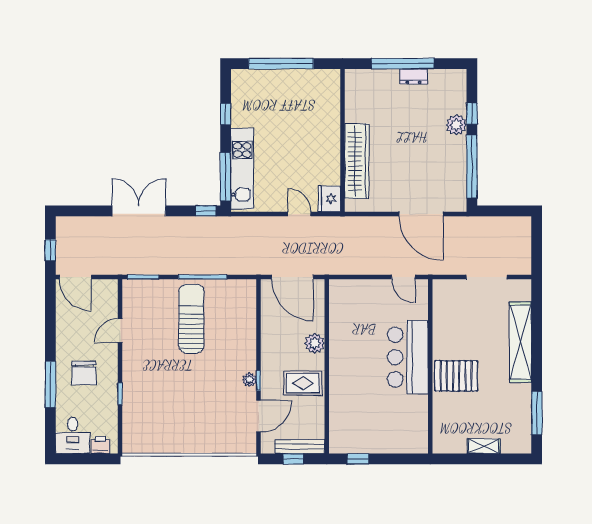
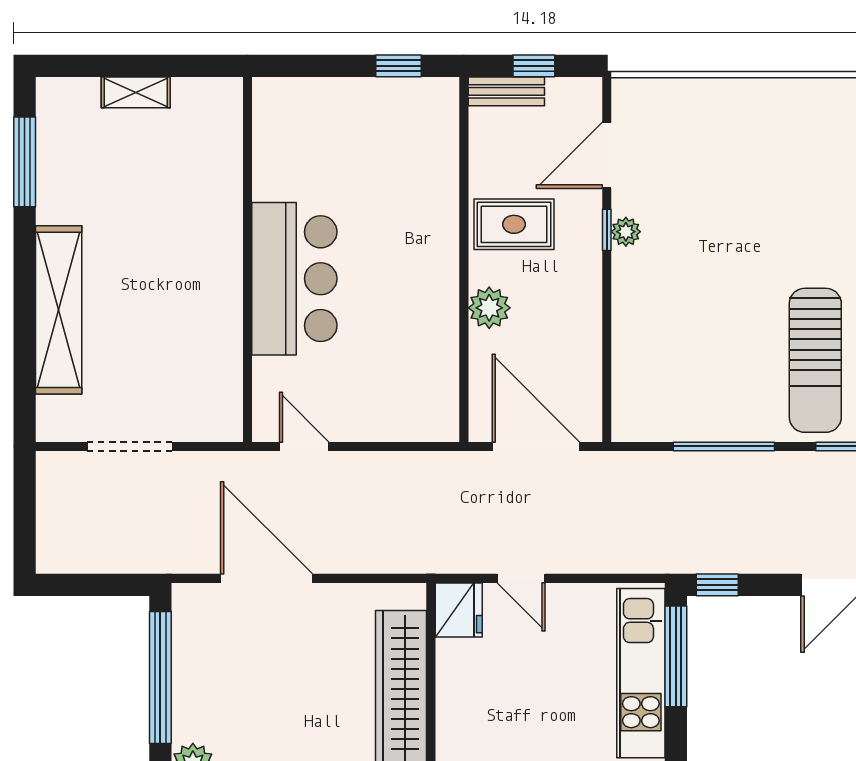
sun lounger: (191, 319) -> (815, 360), moved
pallet: (456, 376) -> (193, 239), removed
bench: (300, 447) -> (506, 91), width x0.73

